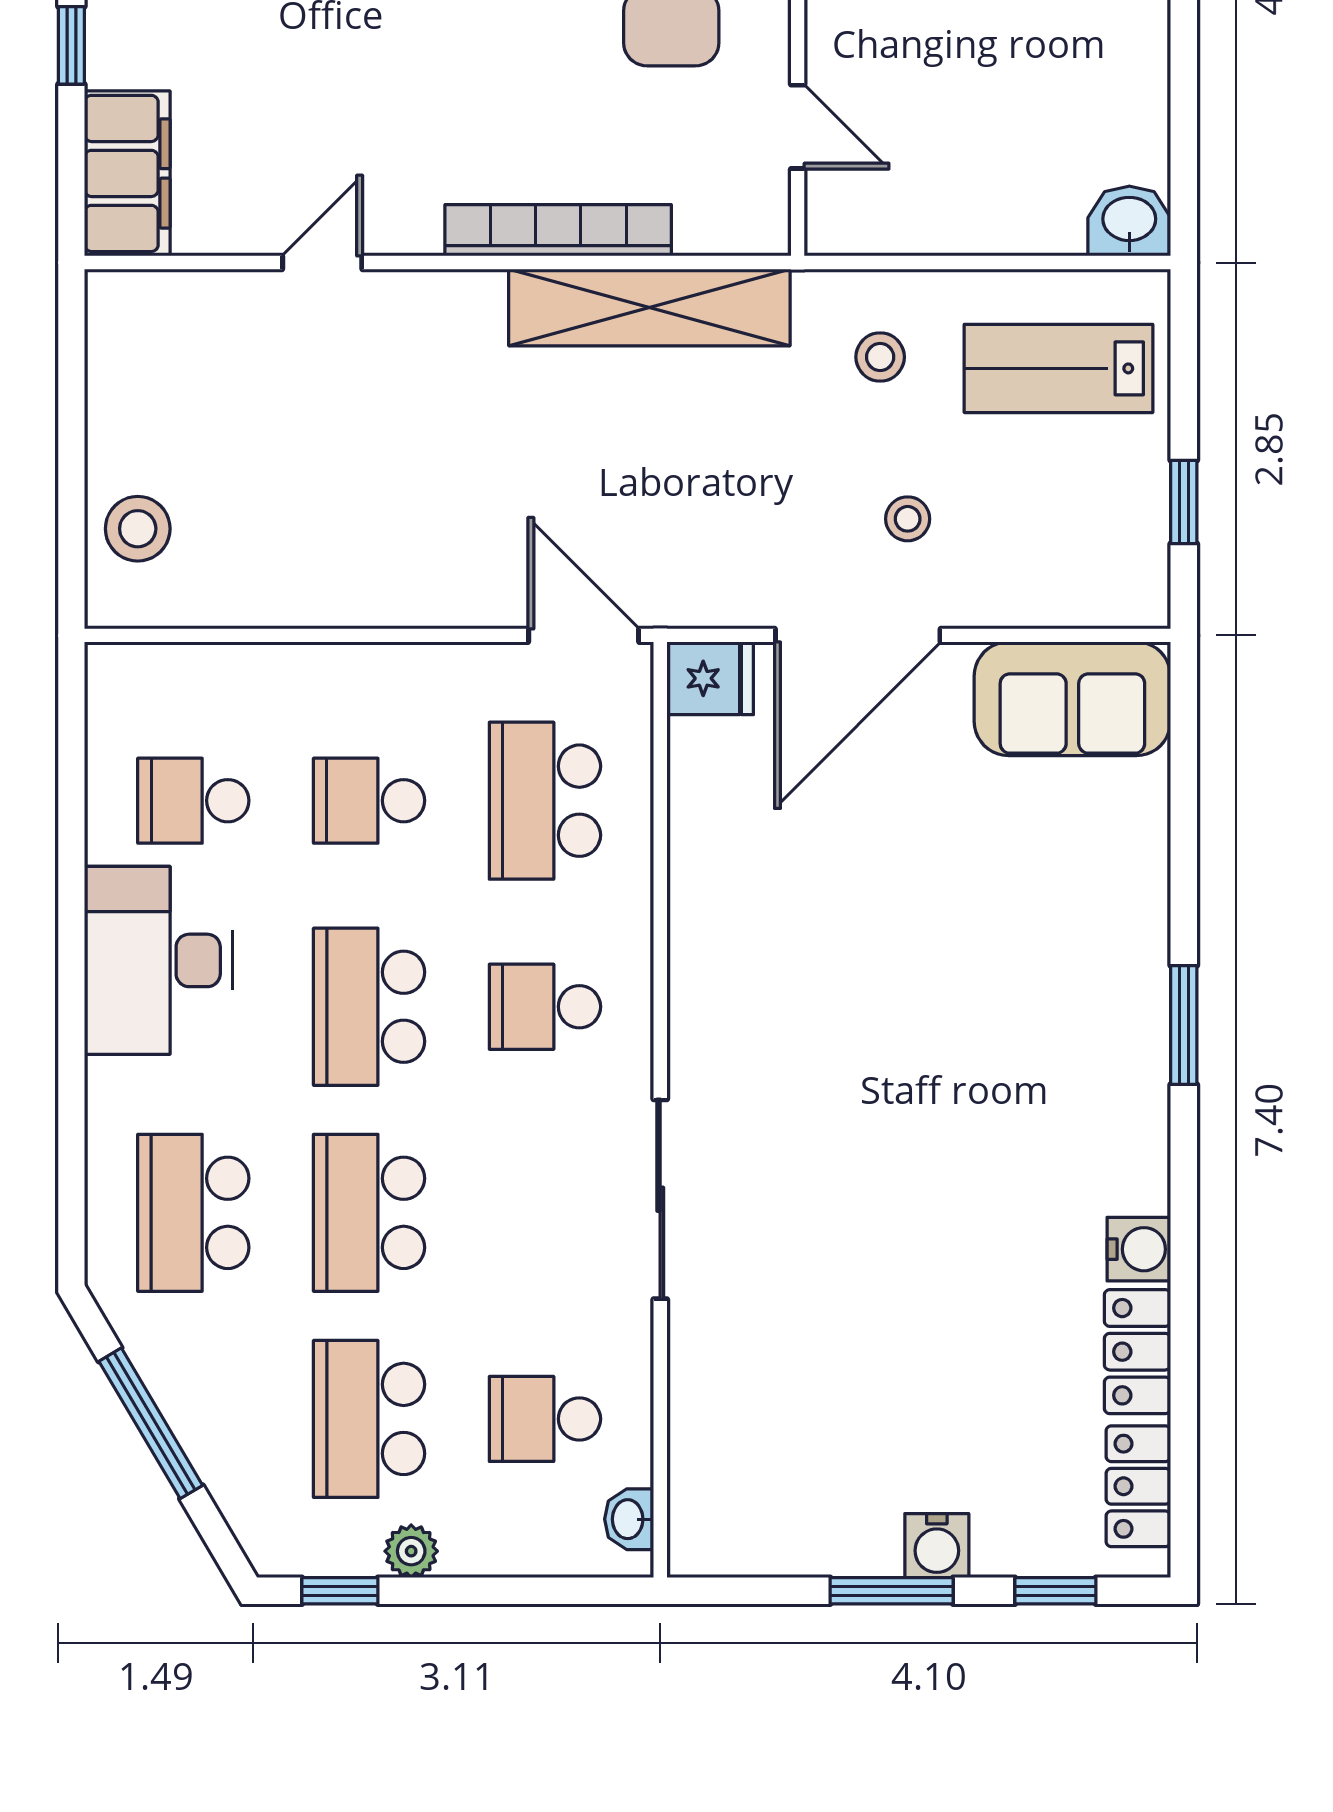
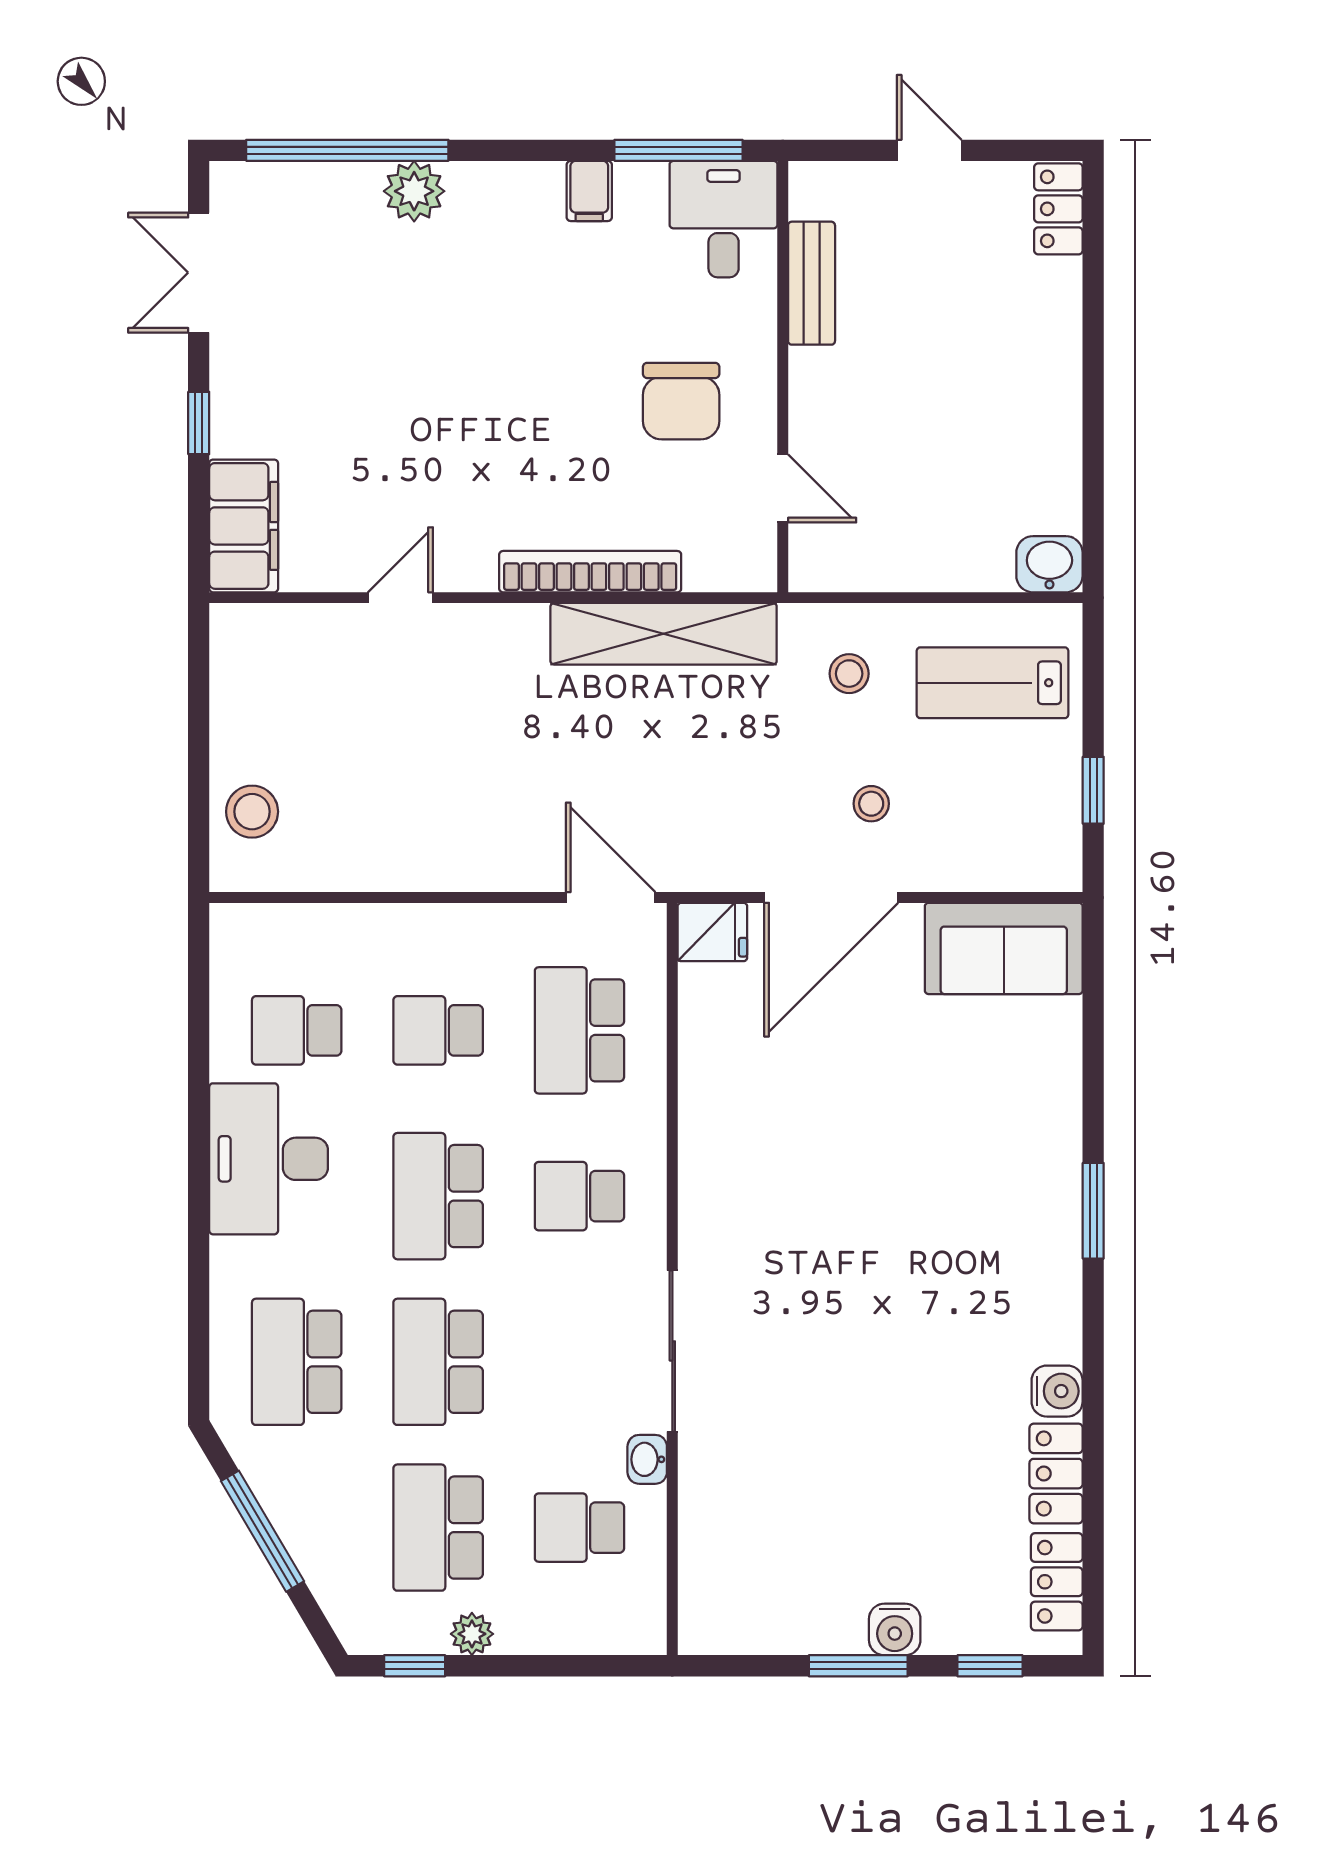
washbasin: (629, 1519) -> (647, 1459), moved

